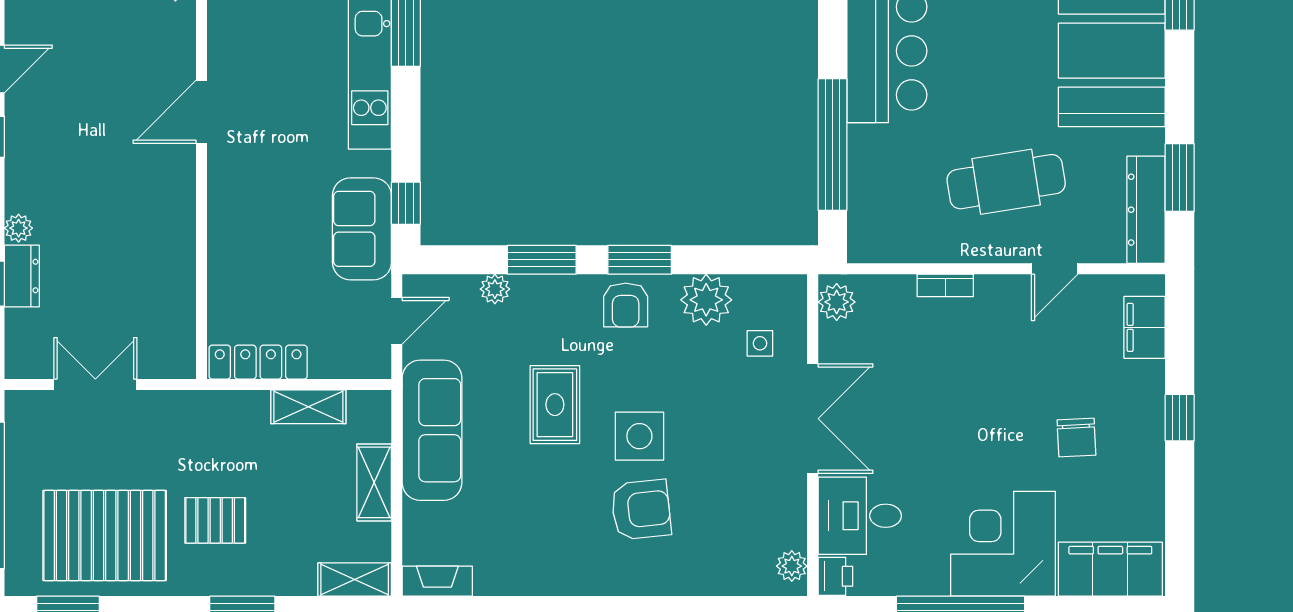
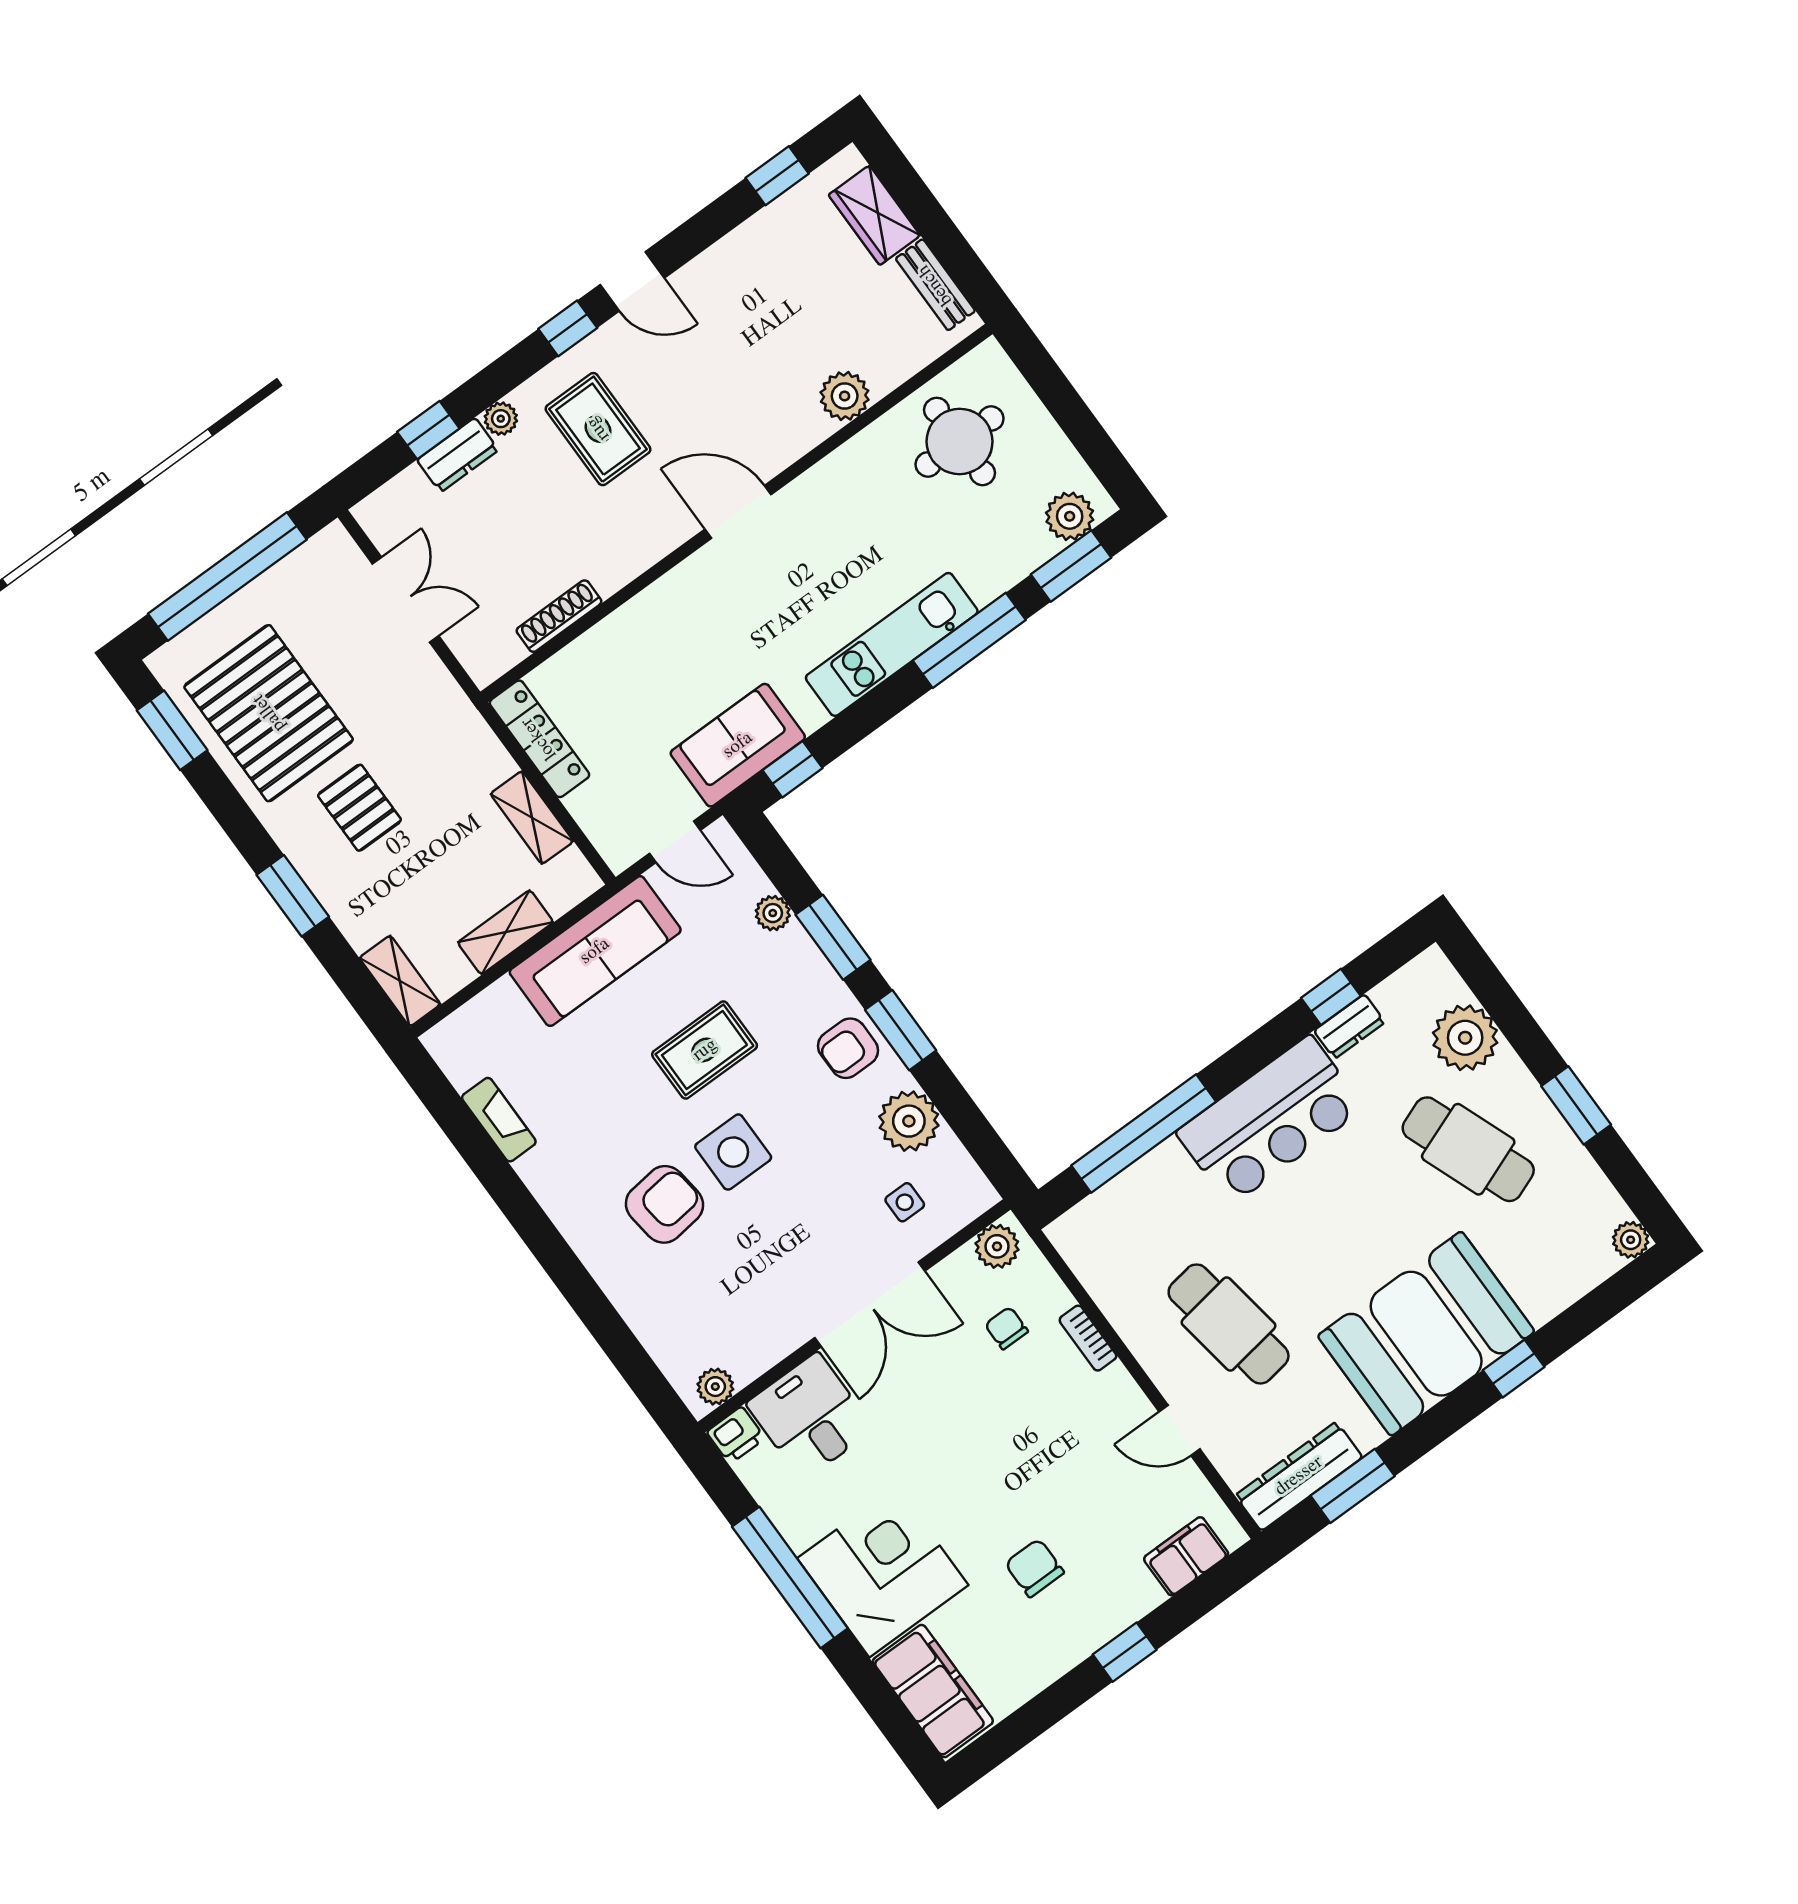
rug: (74, 167) -> (598, 429), added
shoe rack: (183, 287) -> (559, 616), added
chair: (898, 336) -> (1006, 1328), added
chair: (1076, 437) -> (1034, 1568), turned 93
armchair: (641, 510) -> (664, 1204), turned -91
fireplace: (437, 581) -> (499, 1120), moved

